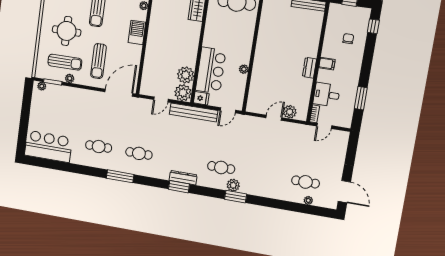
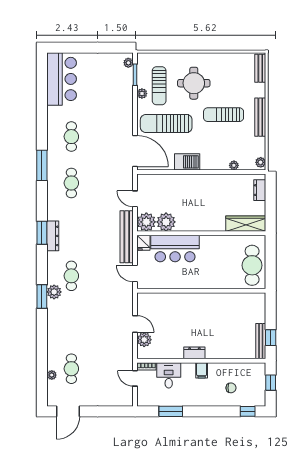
barbecue: (137, 32) -> (187, 162), moved
sun lounger: (98, 61) -> (166, 124), width x1.36, depth x1.34
plant: (244, 69) -> (182, 284), removed

